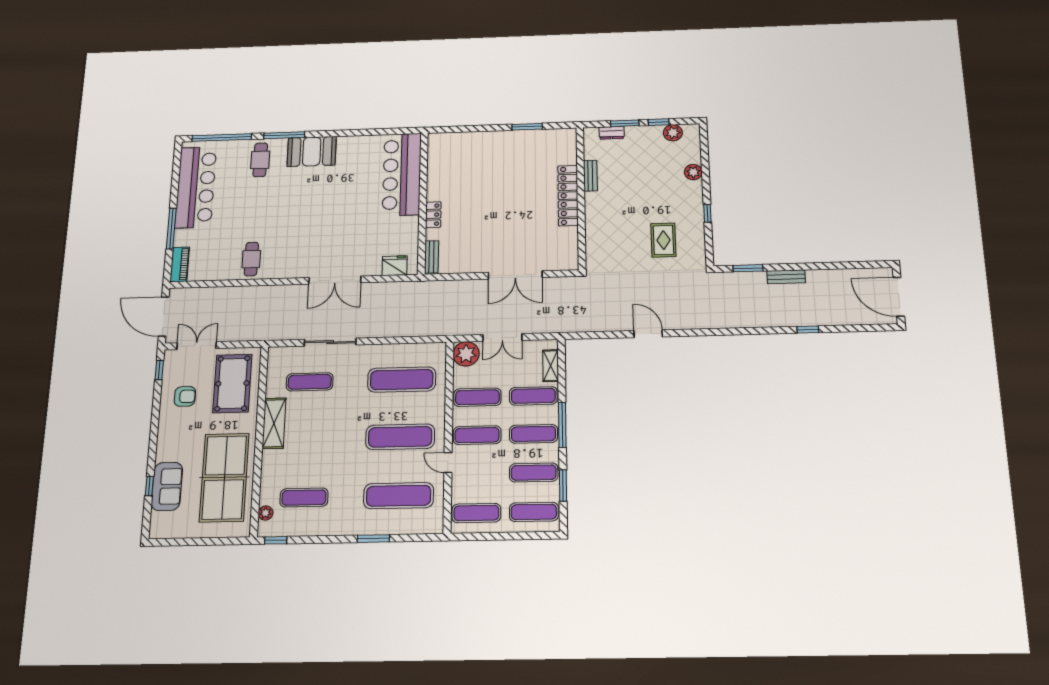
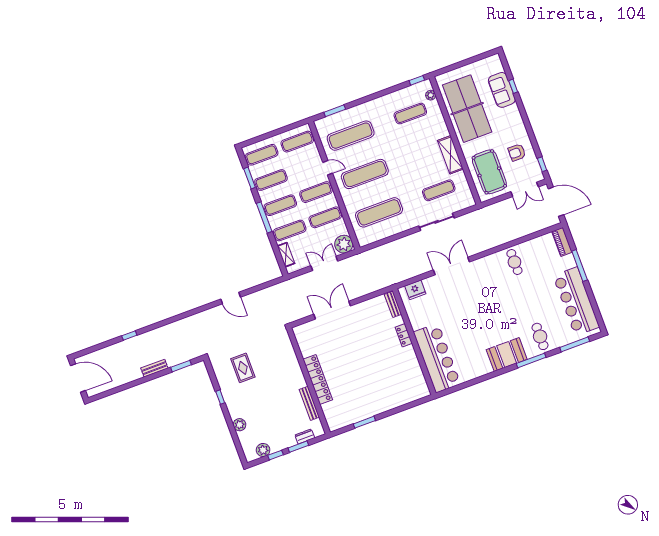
window: (222, 137) -> (575, 344), width x0.68
bench: (590, 176) -> (309, 403), width x1.36
window: (373, 539) -> (335, 111), moved

